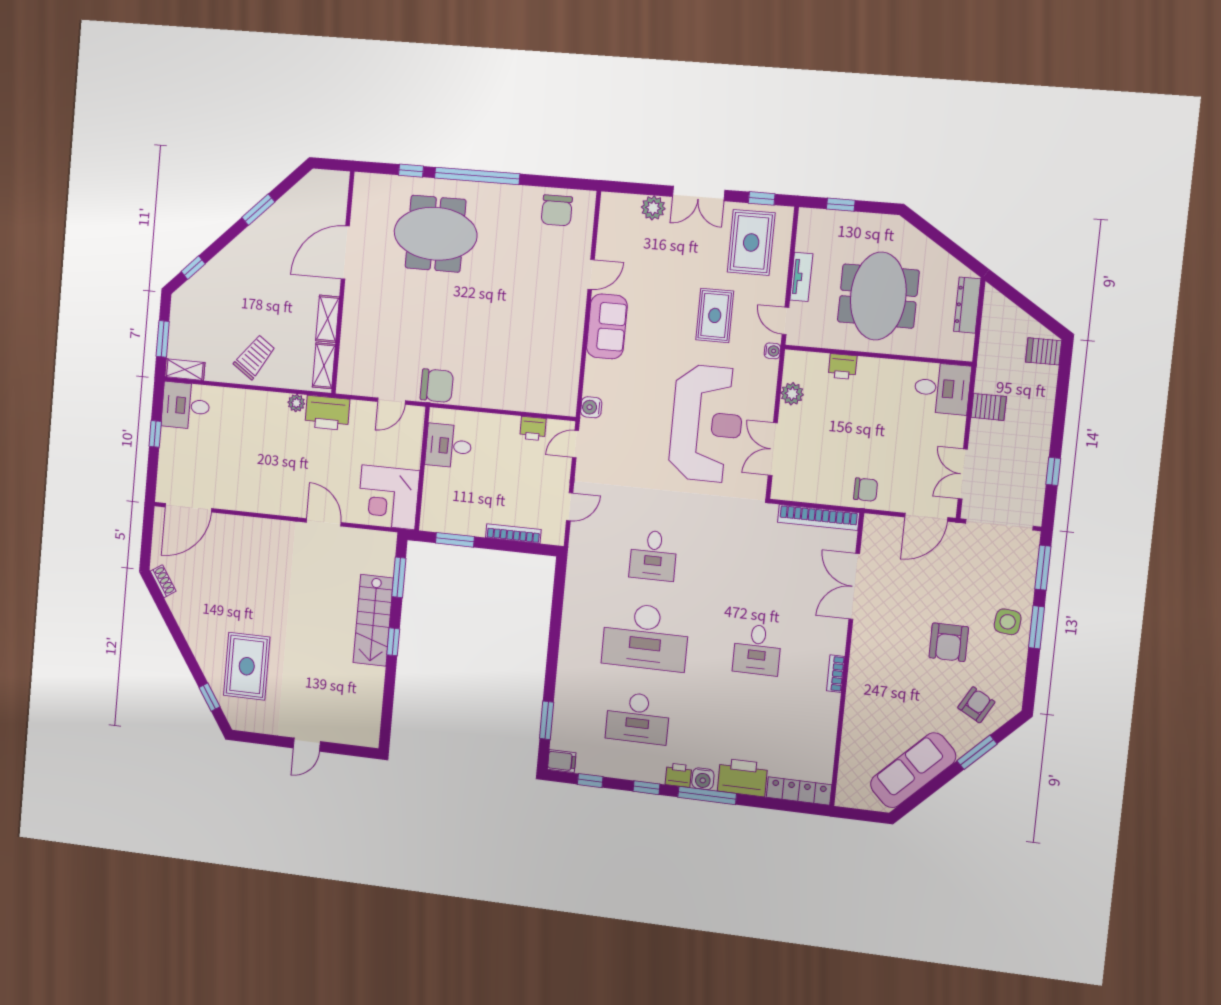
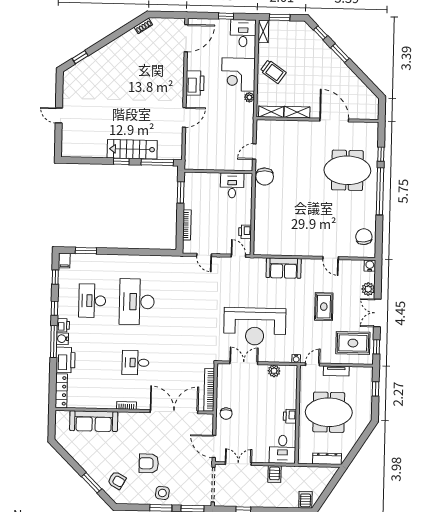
window: (258, 210) -> (340, 53), moved
chair: (557, 210) -> (364, 237), turned 84
meeting table: (436, 234) -> (347, 170), turned 90
rug: (715, 315) -> (324, 307), moved, turned 90
sofa: (607, 326) -> (284, 268), moved
printer: (843, 367) -> (290, 416), moved
door: (392, 401) -> (254, 152), hinge flipped
water cooler: (591, 407) -> (370, 266), moved
printer: (327, 413) -> (195, 83), moved, turned 180
corner desk: (388, 497) -> (238, 75), moved, turned -90
door: (188, 508) -> (186, 38), swing flipped
desk: (653, 555) -> (181, 303), removed
window: (399, 577) -> (157, 162), width x1.44
double door: (854, 586) -> (174, 412), width x1.36
rug: (247, 666) -> (100, 78), removed
sofa: (913, 770) -> (94, 421), moved, turned 135

